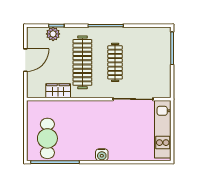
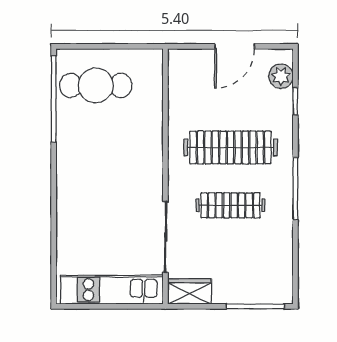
plant: (53, 34) -> (281, 76), moved
door: (25, 60) -> (235, 46), hinge flipped
wardrobe: (58, 91) -> (190, 291), moved, turned -90
water cooler: (102, 155) -> (67, 182), removed

